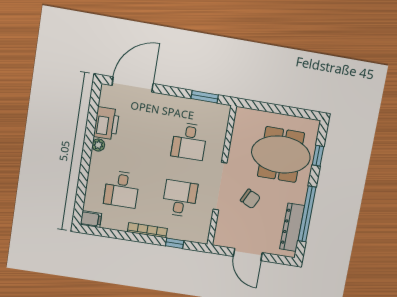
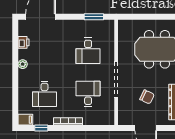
printer: (106, 123) -> (24, 42), width x0.53, depth x0.68
chair: (250, 199) -> (147, 97), moved
window: (175, 243) -> (41, 128), moved

